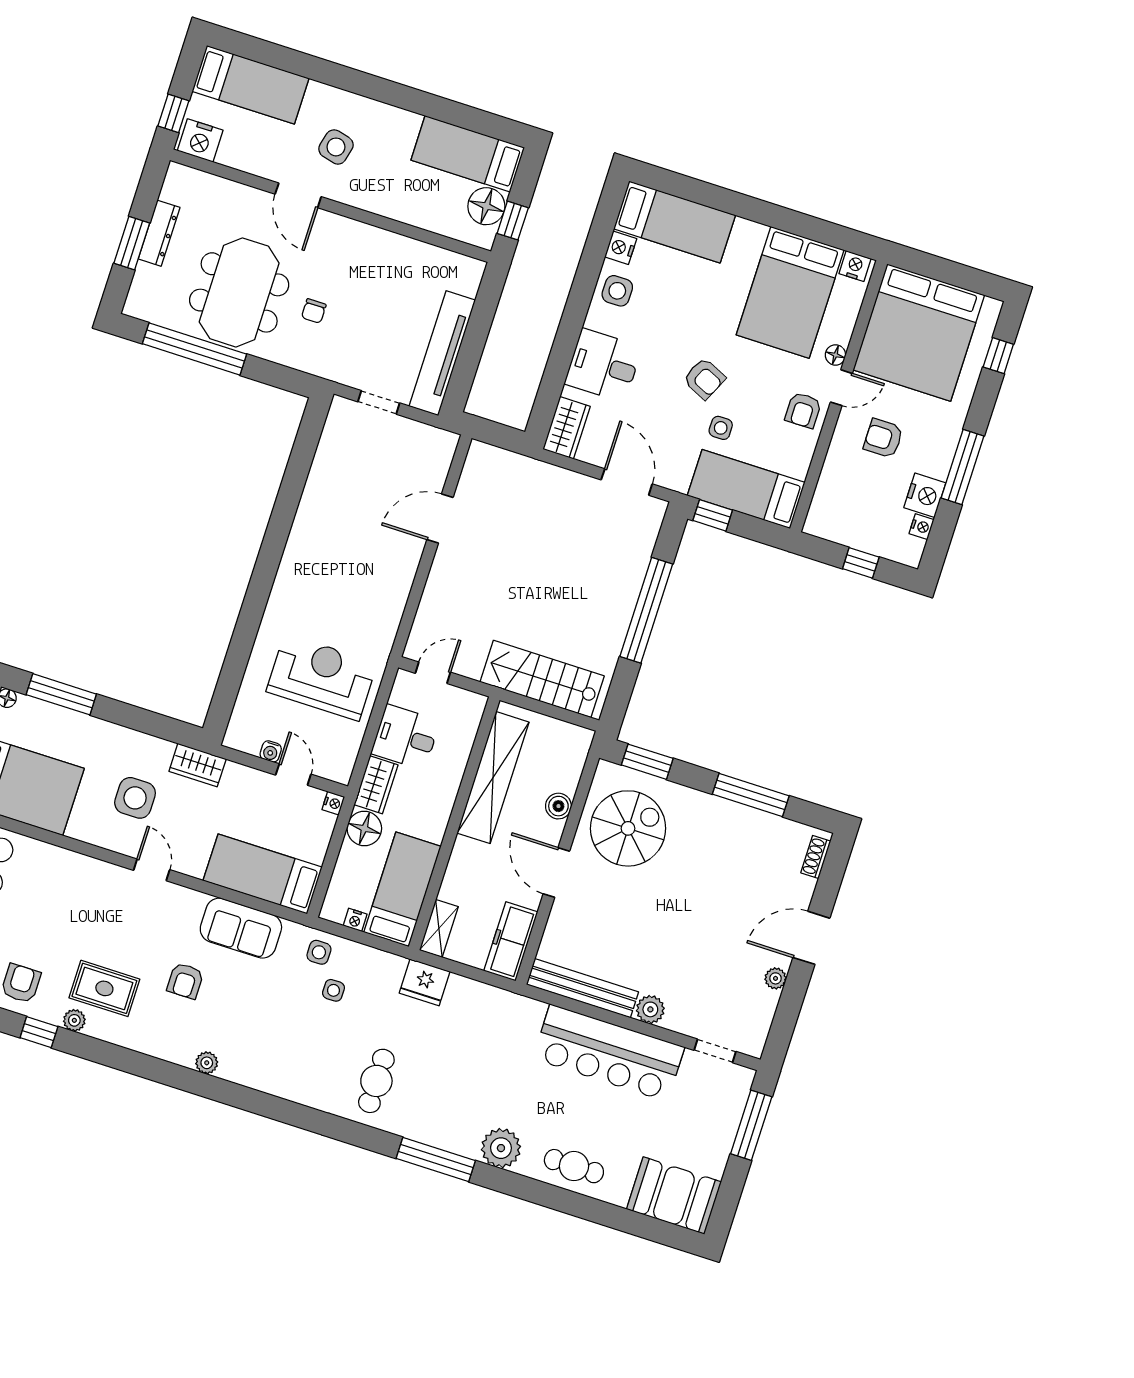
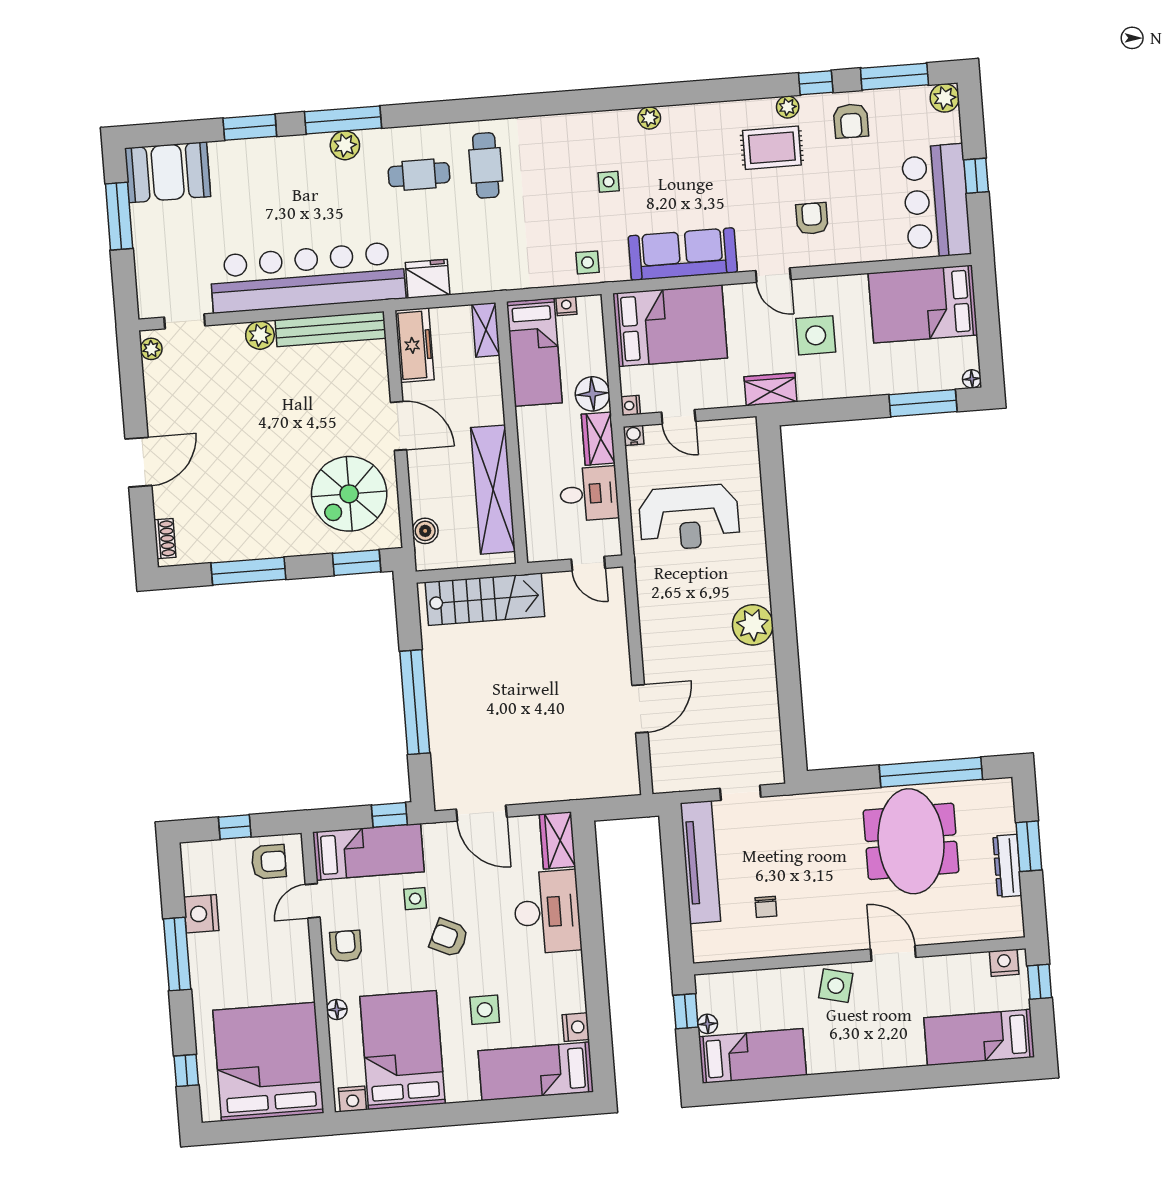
nightstand: (200, 140) -> (1004, 963), width x0.74, depth x0.75
side table: (336, 147) -> (836, 986), moved
floor lamp: (486, 206) -> (707, 1024), width x0.53, depth x0.53
side table: (617, 291) -> (485, 1010), moved
chair: (314, 311) -> (766, 907), moved, turned 180
desk: (603, 365) -> (547, 912), width x1.37
door: (841, 388) -> (313, 901), moved
armchair: (883, 438) -> (269, 862), moved
nightstand: (922, 527) -> (192, 884), removed
plant: (304, 553) -> (753, 625), added
door: (433, 673) -> (588, 564), hinge flipped
water cooler: (271, 751) -> (634, 435), moved
boiler: (558, 806) -> (425, 531), moved
bed: (263, 874) -> (670, 326), width x1.50
sofa: (241, 928) -> (683, 254), width x1.36
plant: (776, 978) -> (151, 349), moved
armchair: (185, 981) -> (812, 218), moved
fridge: (425, 982) -> (428, 279), moved
side table: (333, 990) -> (609, 182), moved
bar counter: (609, 1053) -> (308, 277), width x1.36
window: (751, 1125) -> (119, 216), moved
plant: (501, 1148) -> (345, 145), width x0.73, depth x0.73
window: (436, 1160) -> (343, 120), moved
cafe table: (574, 1166) -> (419, 175), moved
window: (581, 1206) -> (250, 127), added

